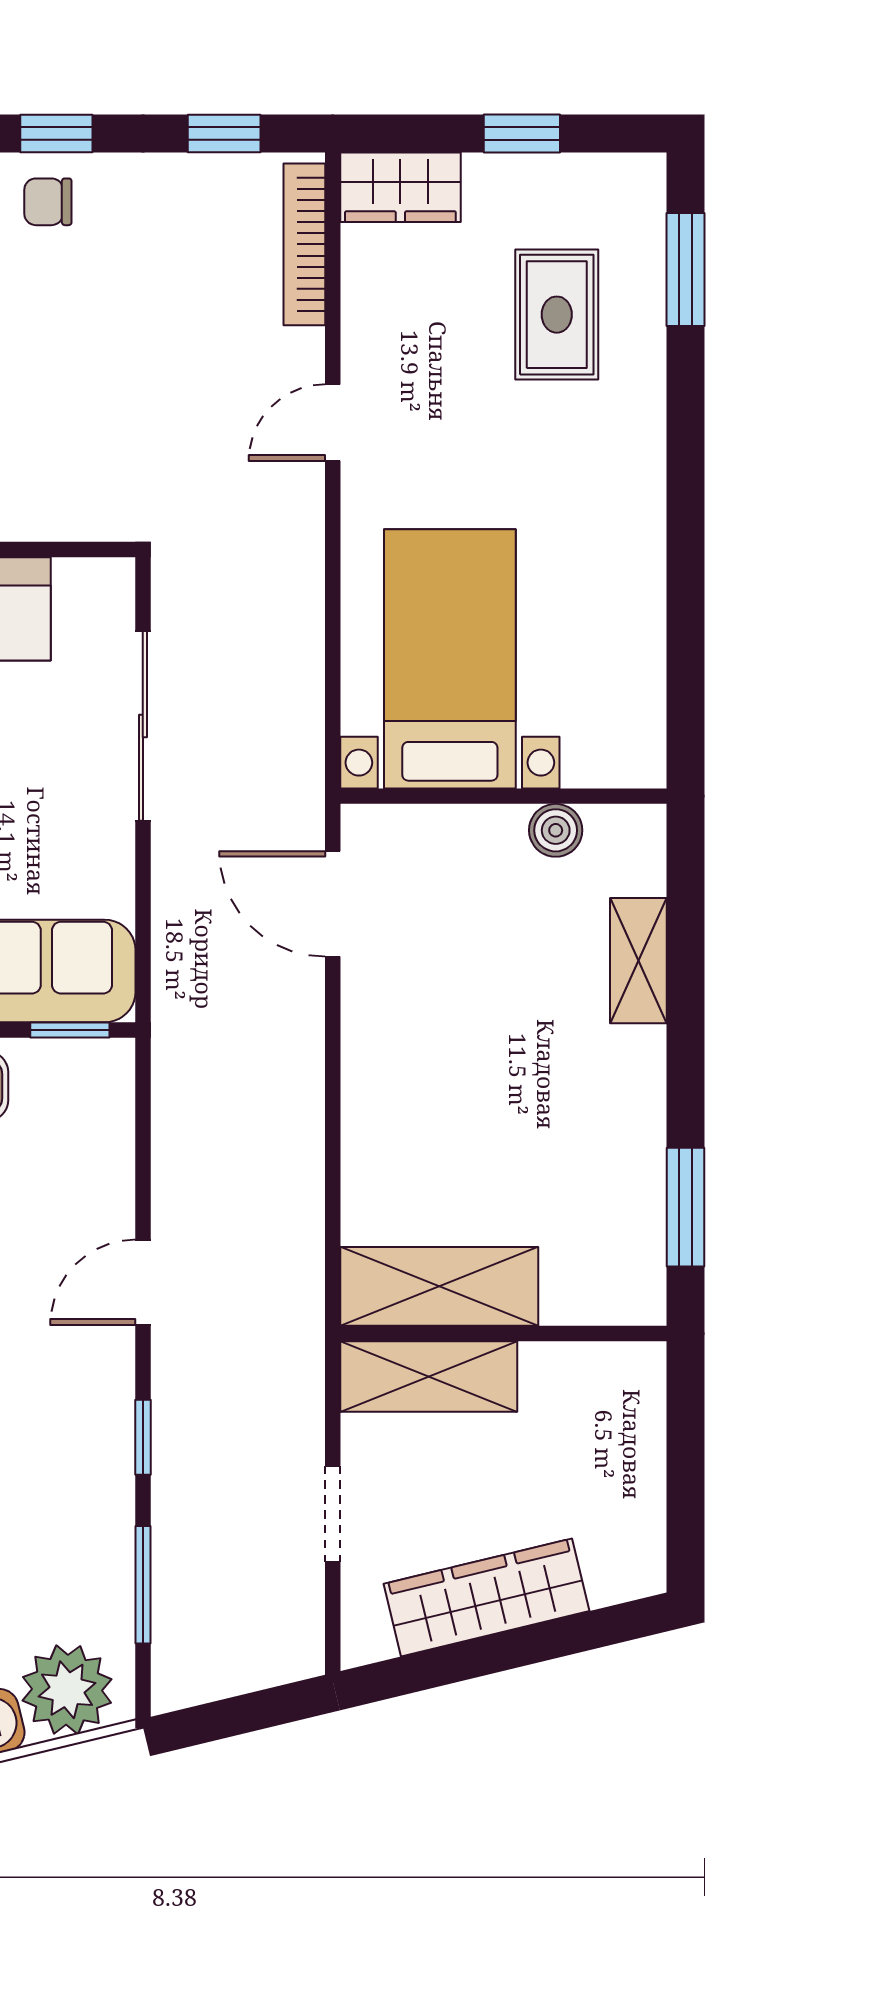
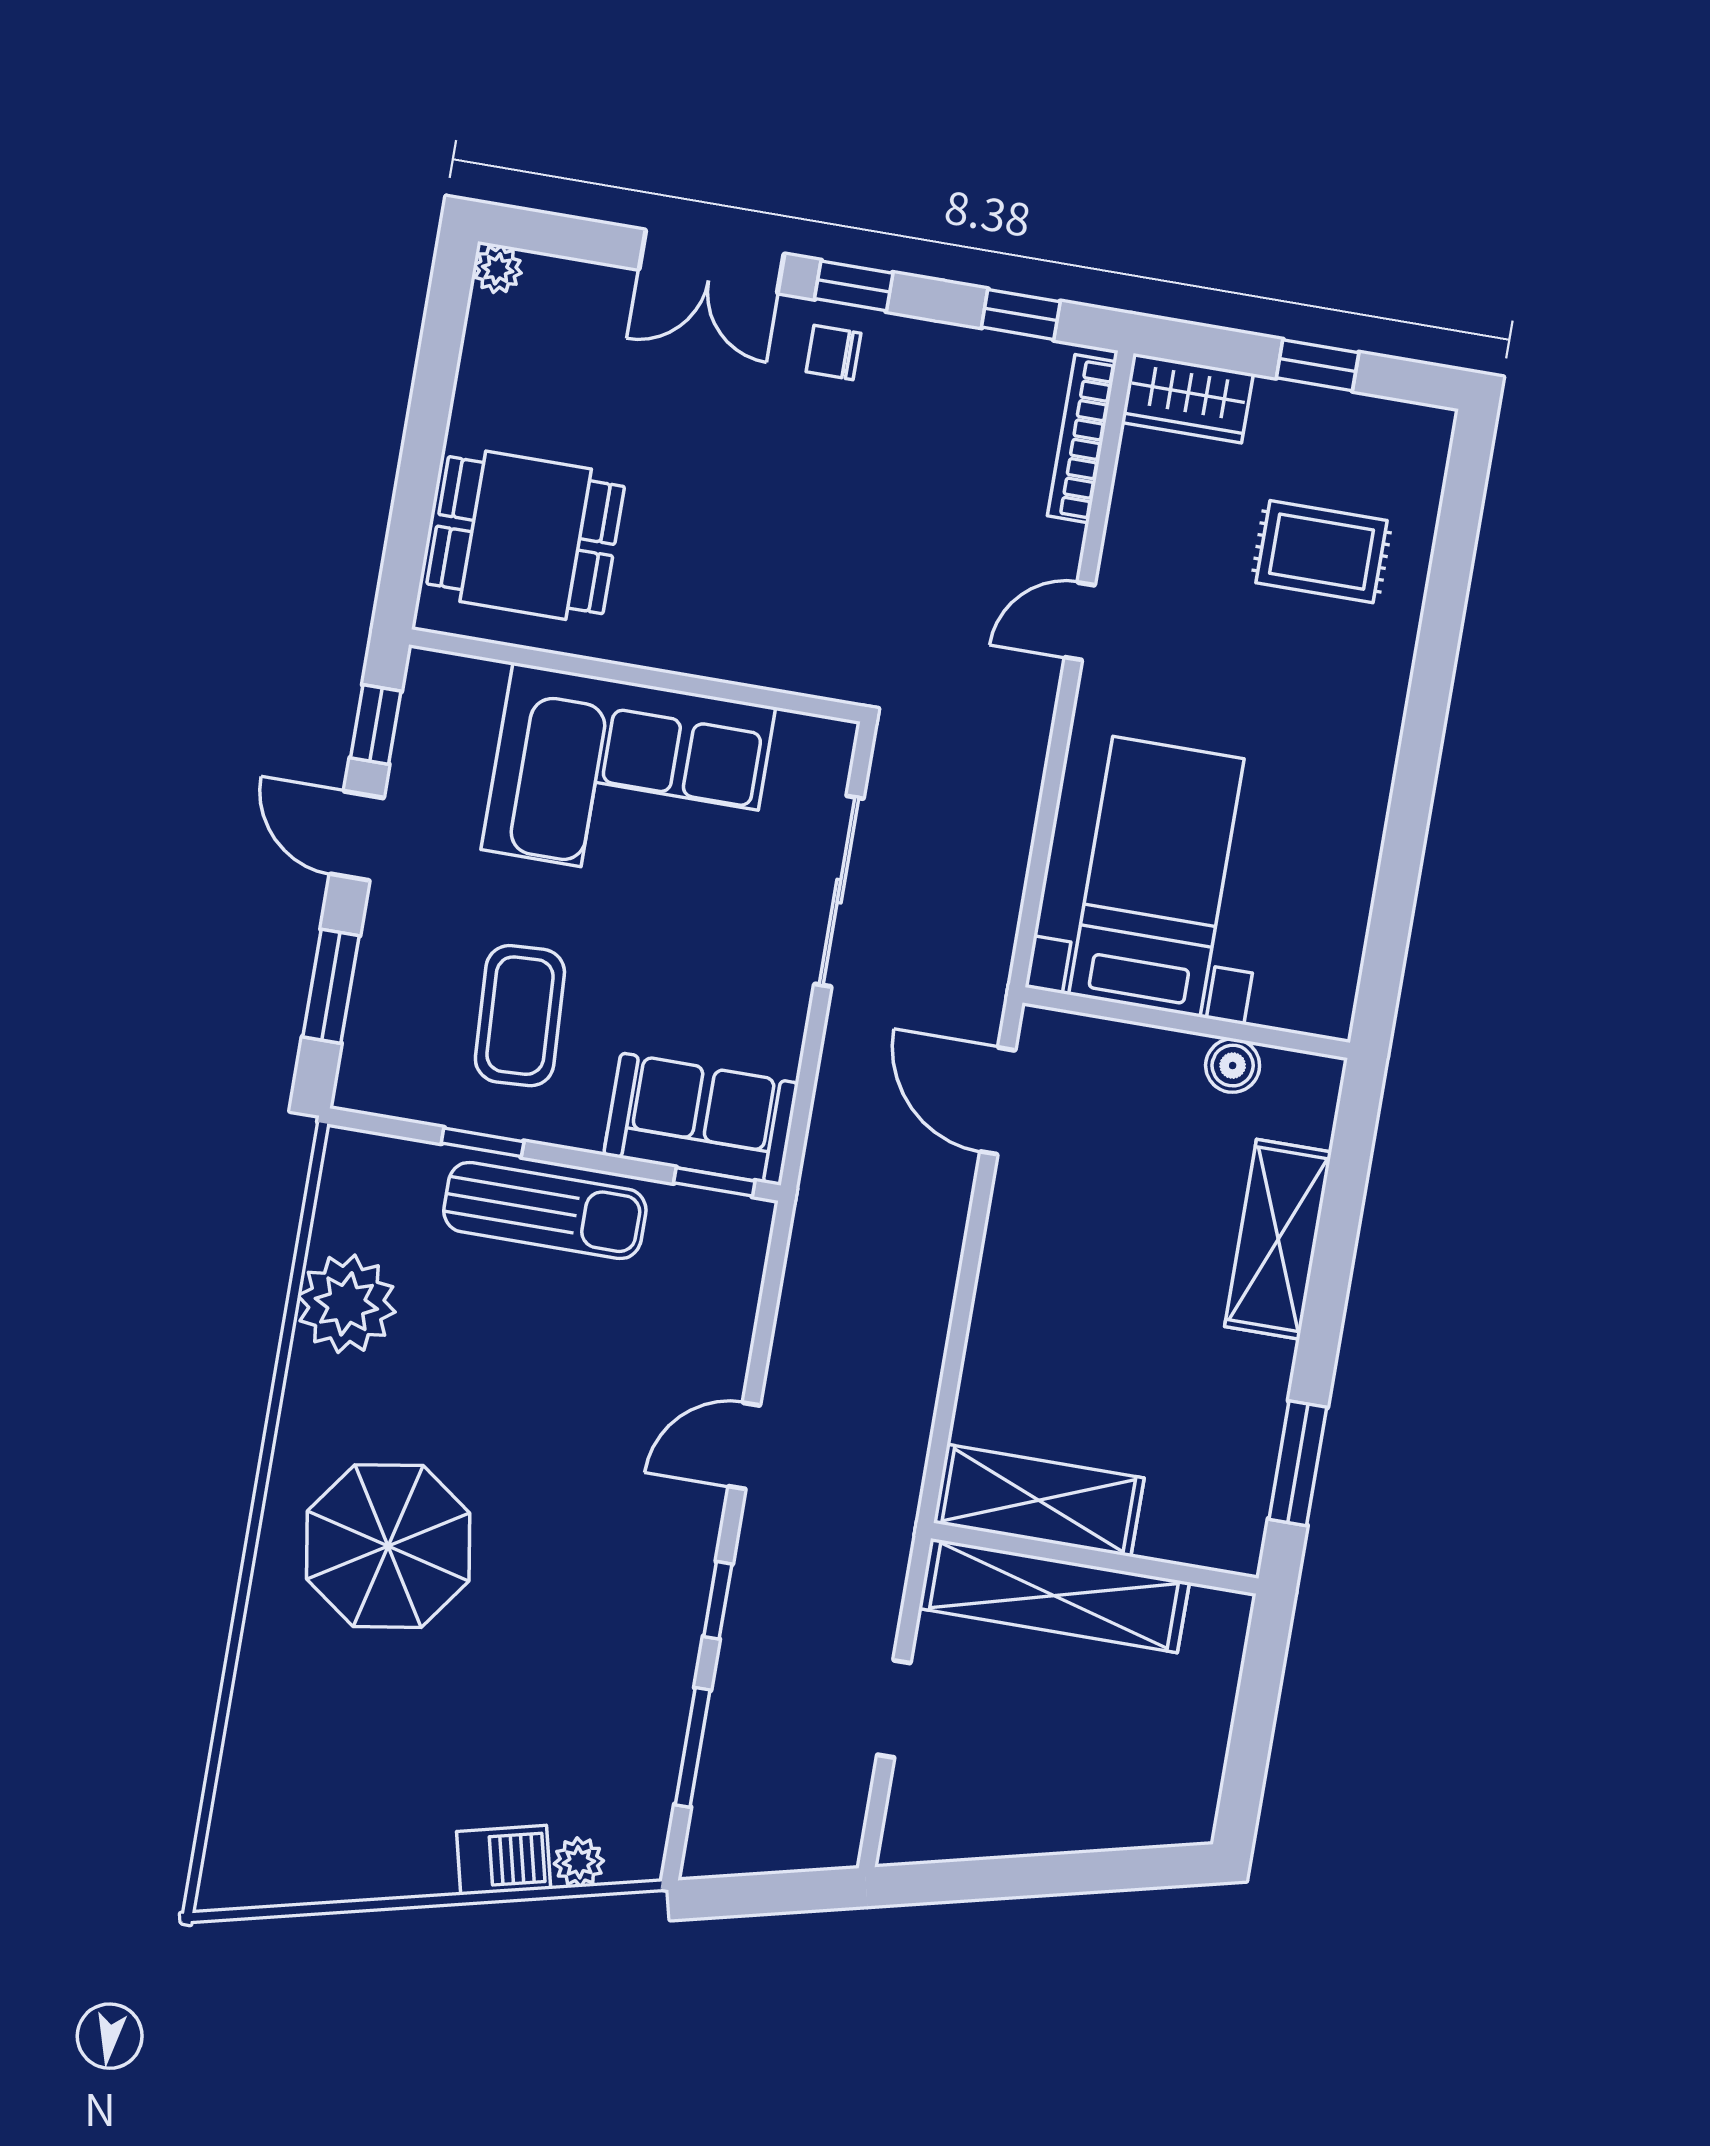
window: (685, 269) -> (1458, 529), removed
rug: (557, 315) -> (1322, 552), turned 90
shelving: (638, 961) -> (1278, 1239), width x1.50, depth x1.33
shelving: (429, 1377) -> (1054, 1595), width x1.47
wardrobe: (486, 1597) -> (1033, 1818), removed
plant: (67, 1690) -> (579, 1862), width x0.53, depth x0.53

